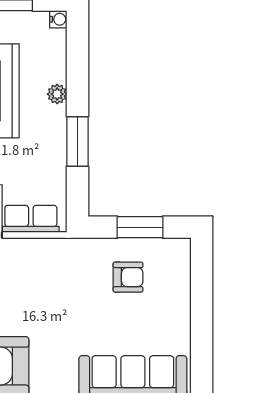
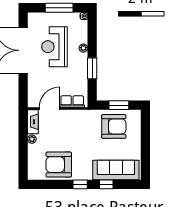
armchair: (128, 277) -> (114, 126), width x1.88, depth x1.88

